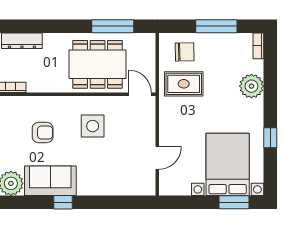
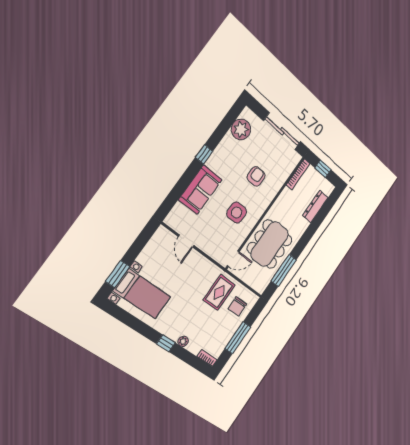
plant: (251, 86) -> (183, 341), width x0.53, depth x0.53
armchair: (43, 132) -> (256, 176), turned 180
window: (270, 138) -> (166, 343), moved
bed with nightstands: (228, 164) -> (142, 294), width x0.73
sofa: (50, 181) -> (200, 190), moved

